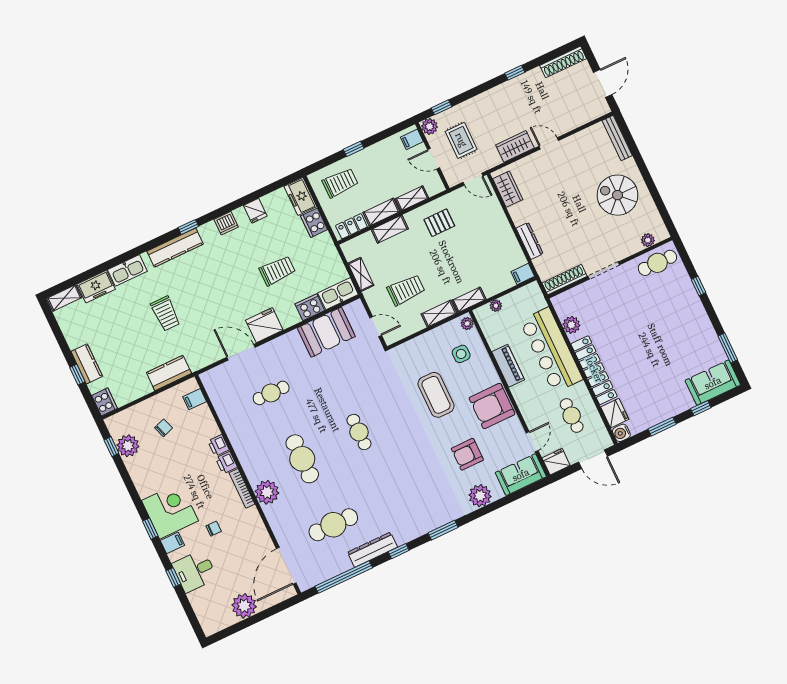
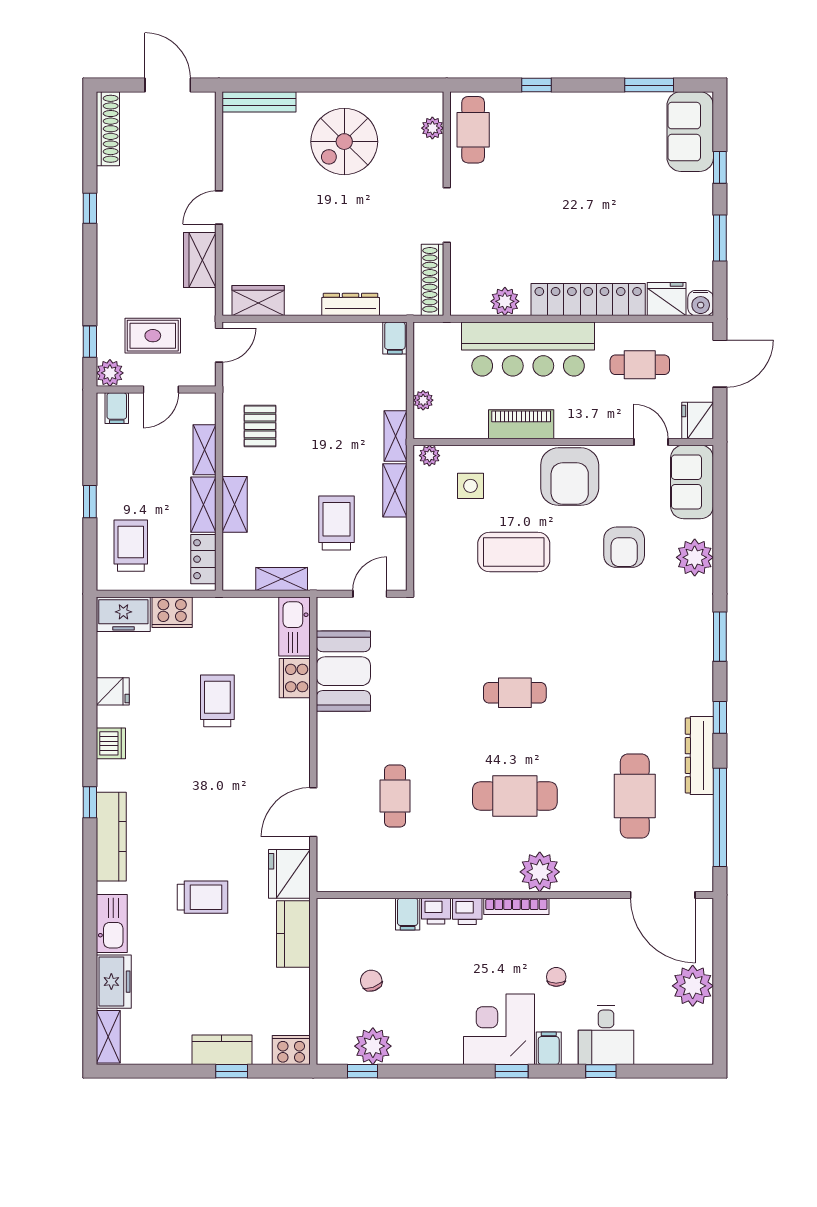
fridge: (264, 325) -> (289, 874), moved
filing cabinet: (195, 399) -> (408, 914), moved

